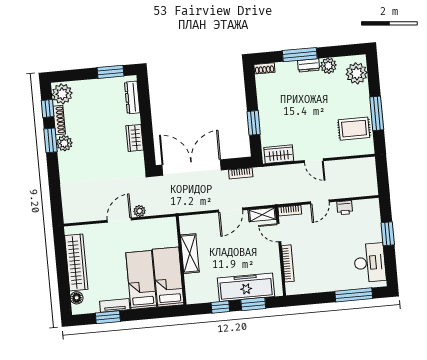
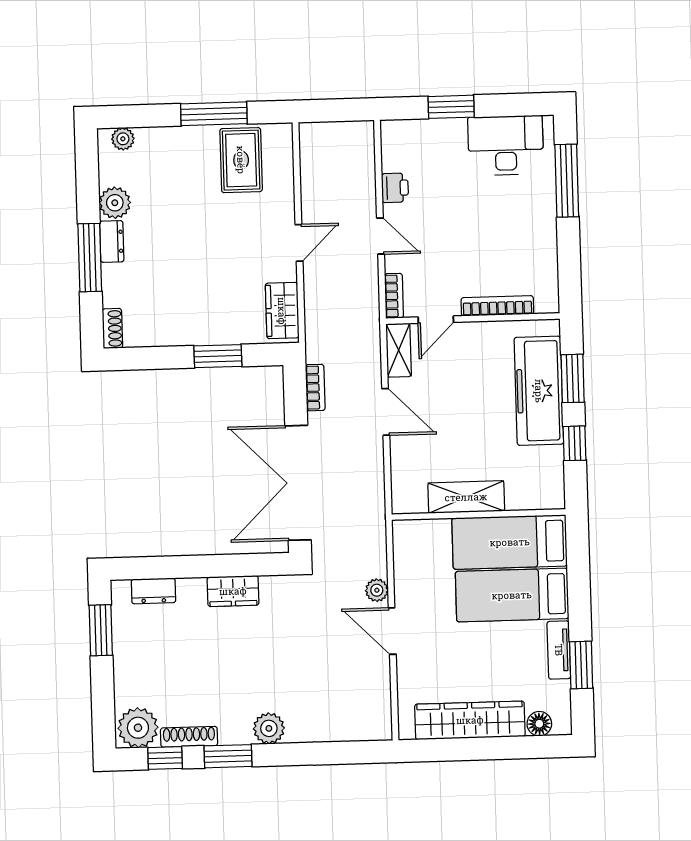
plant: (357, 73) -> (123, 139), width x0.53, depth x0.53
dresser: (132, 97) -> (153, 591), width x0.70
plant: (64, 143) -> (269, 728), moved

